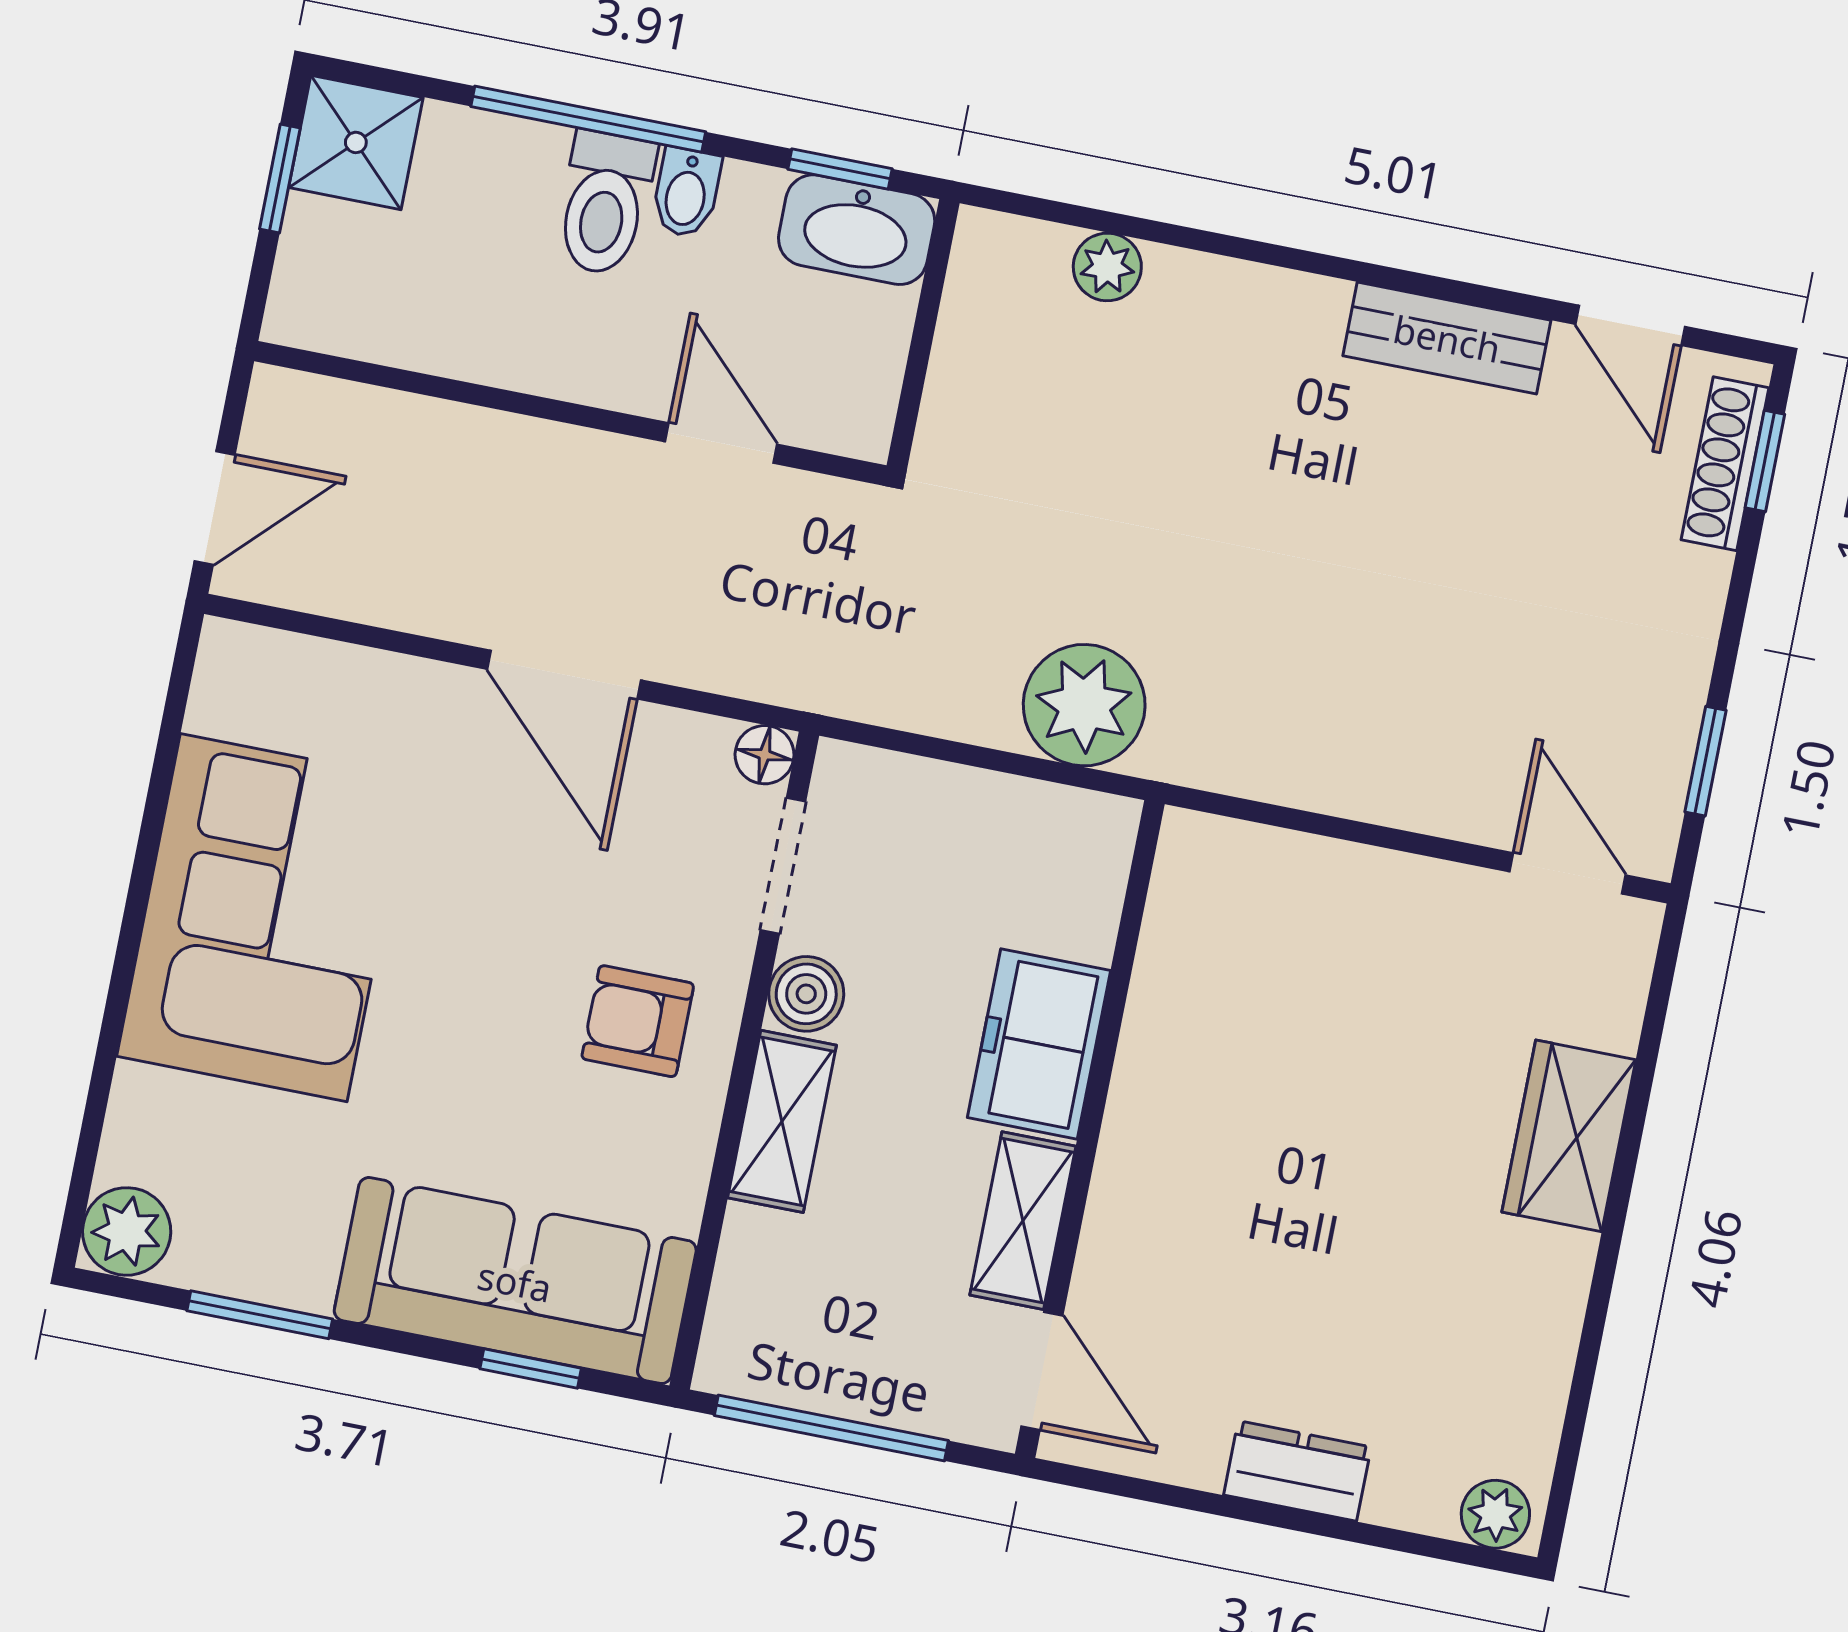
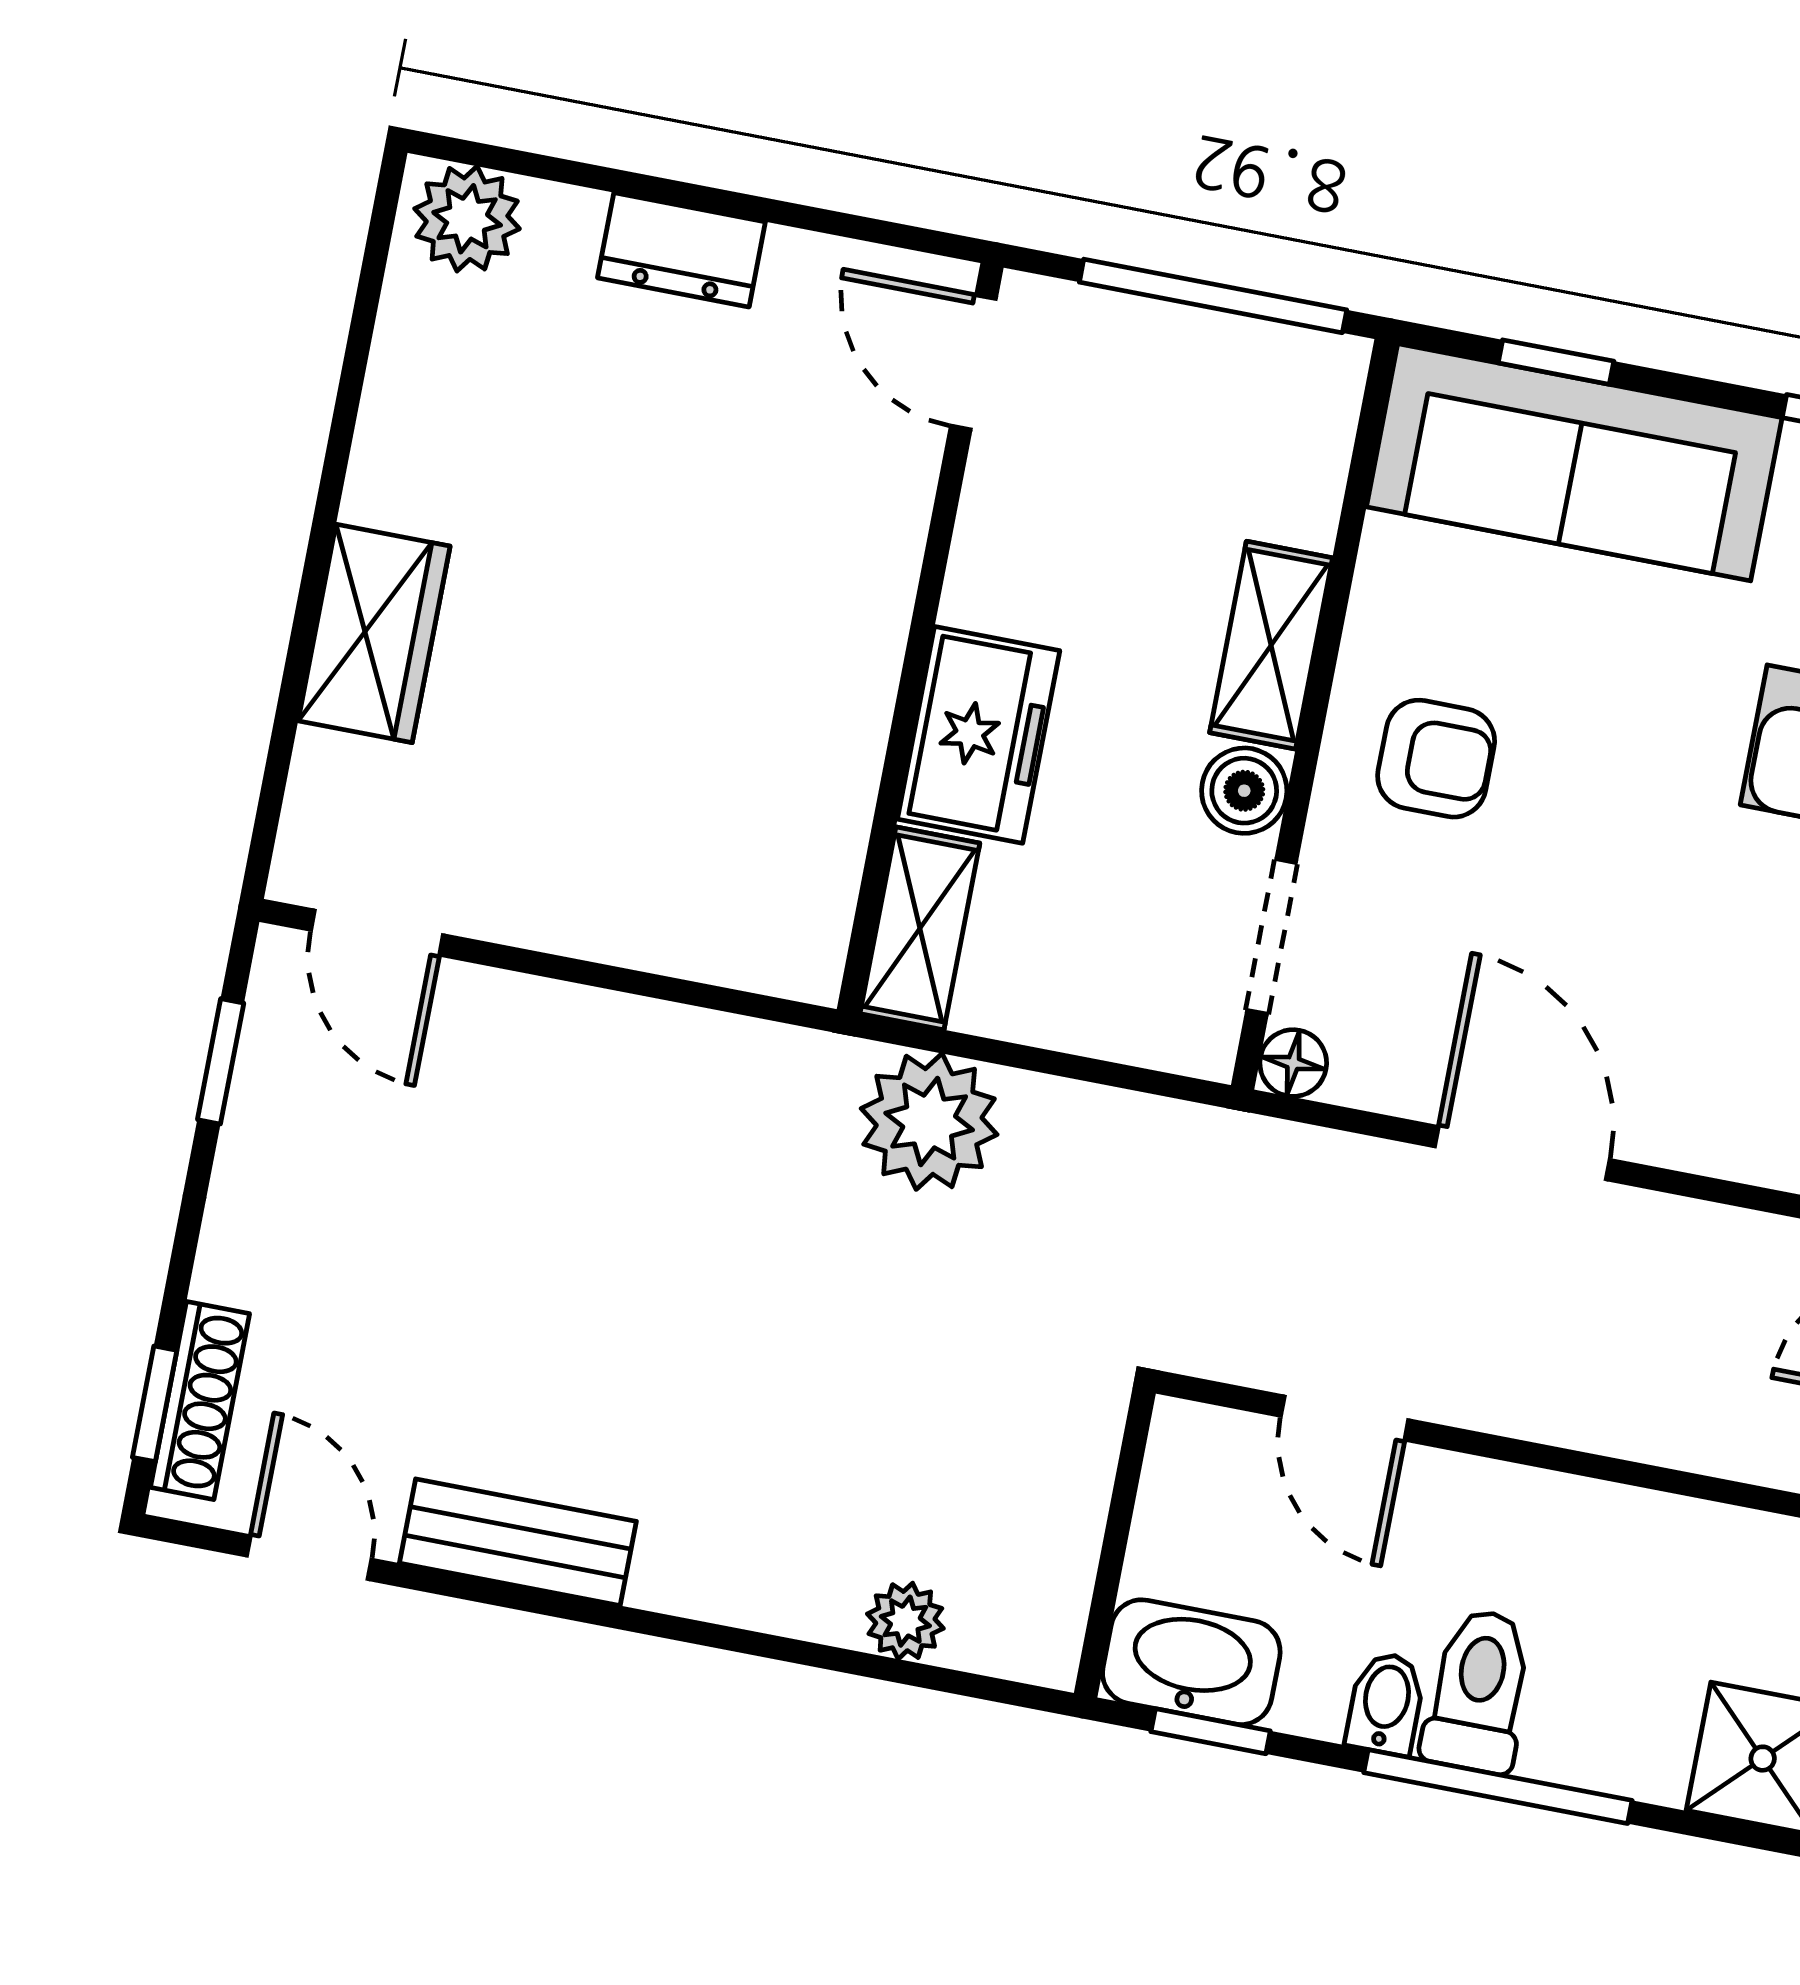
shelving: (1023, 1221) -> (920, 928), moved
plant: (1495, 1514) -> (467, 219), width x1.38, depth x1.38

